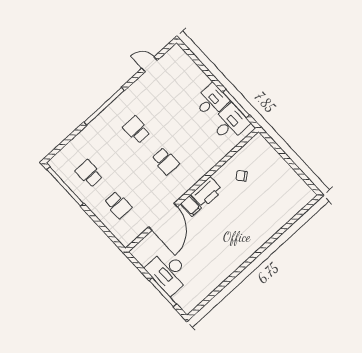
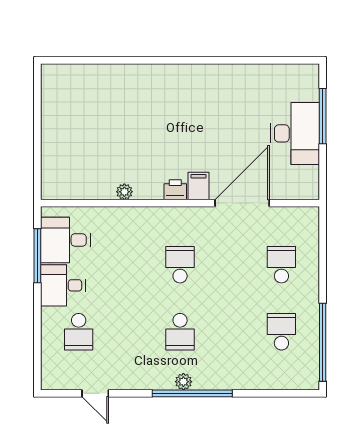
school desk: (184, 86) -> (79, 332), added
plant: (113, 108) -> (183, 382), added
plant: (223, 171) -> (124, 192), added
school desk: (89, 174) -> (281, 332), turned 180
chair: (242, 176) -> (108, 167), removed
printer: (207, 192) -> (175, 190), width x0.53, depth x0.68

